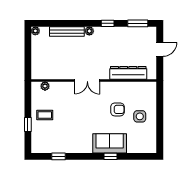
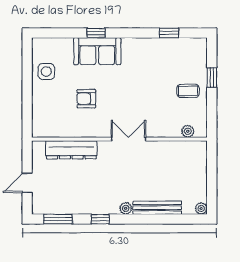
side table: (140, 116) -> (46, 72), moved

